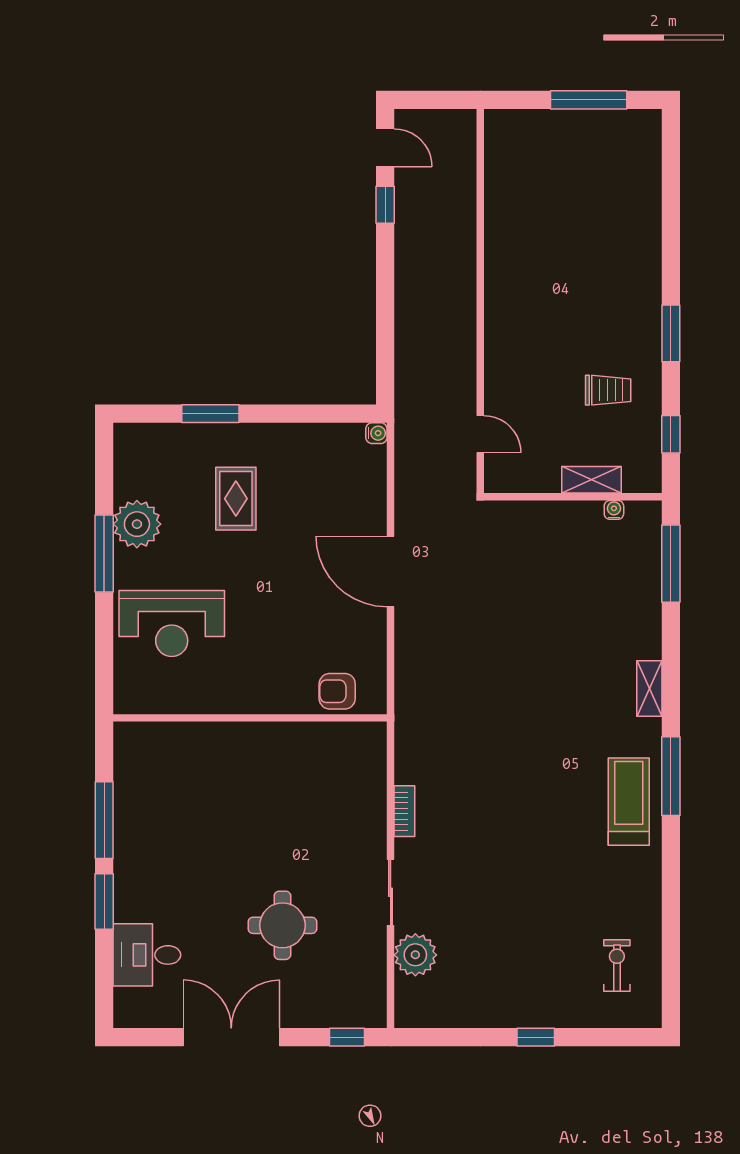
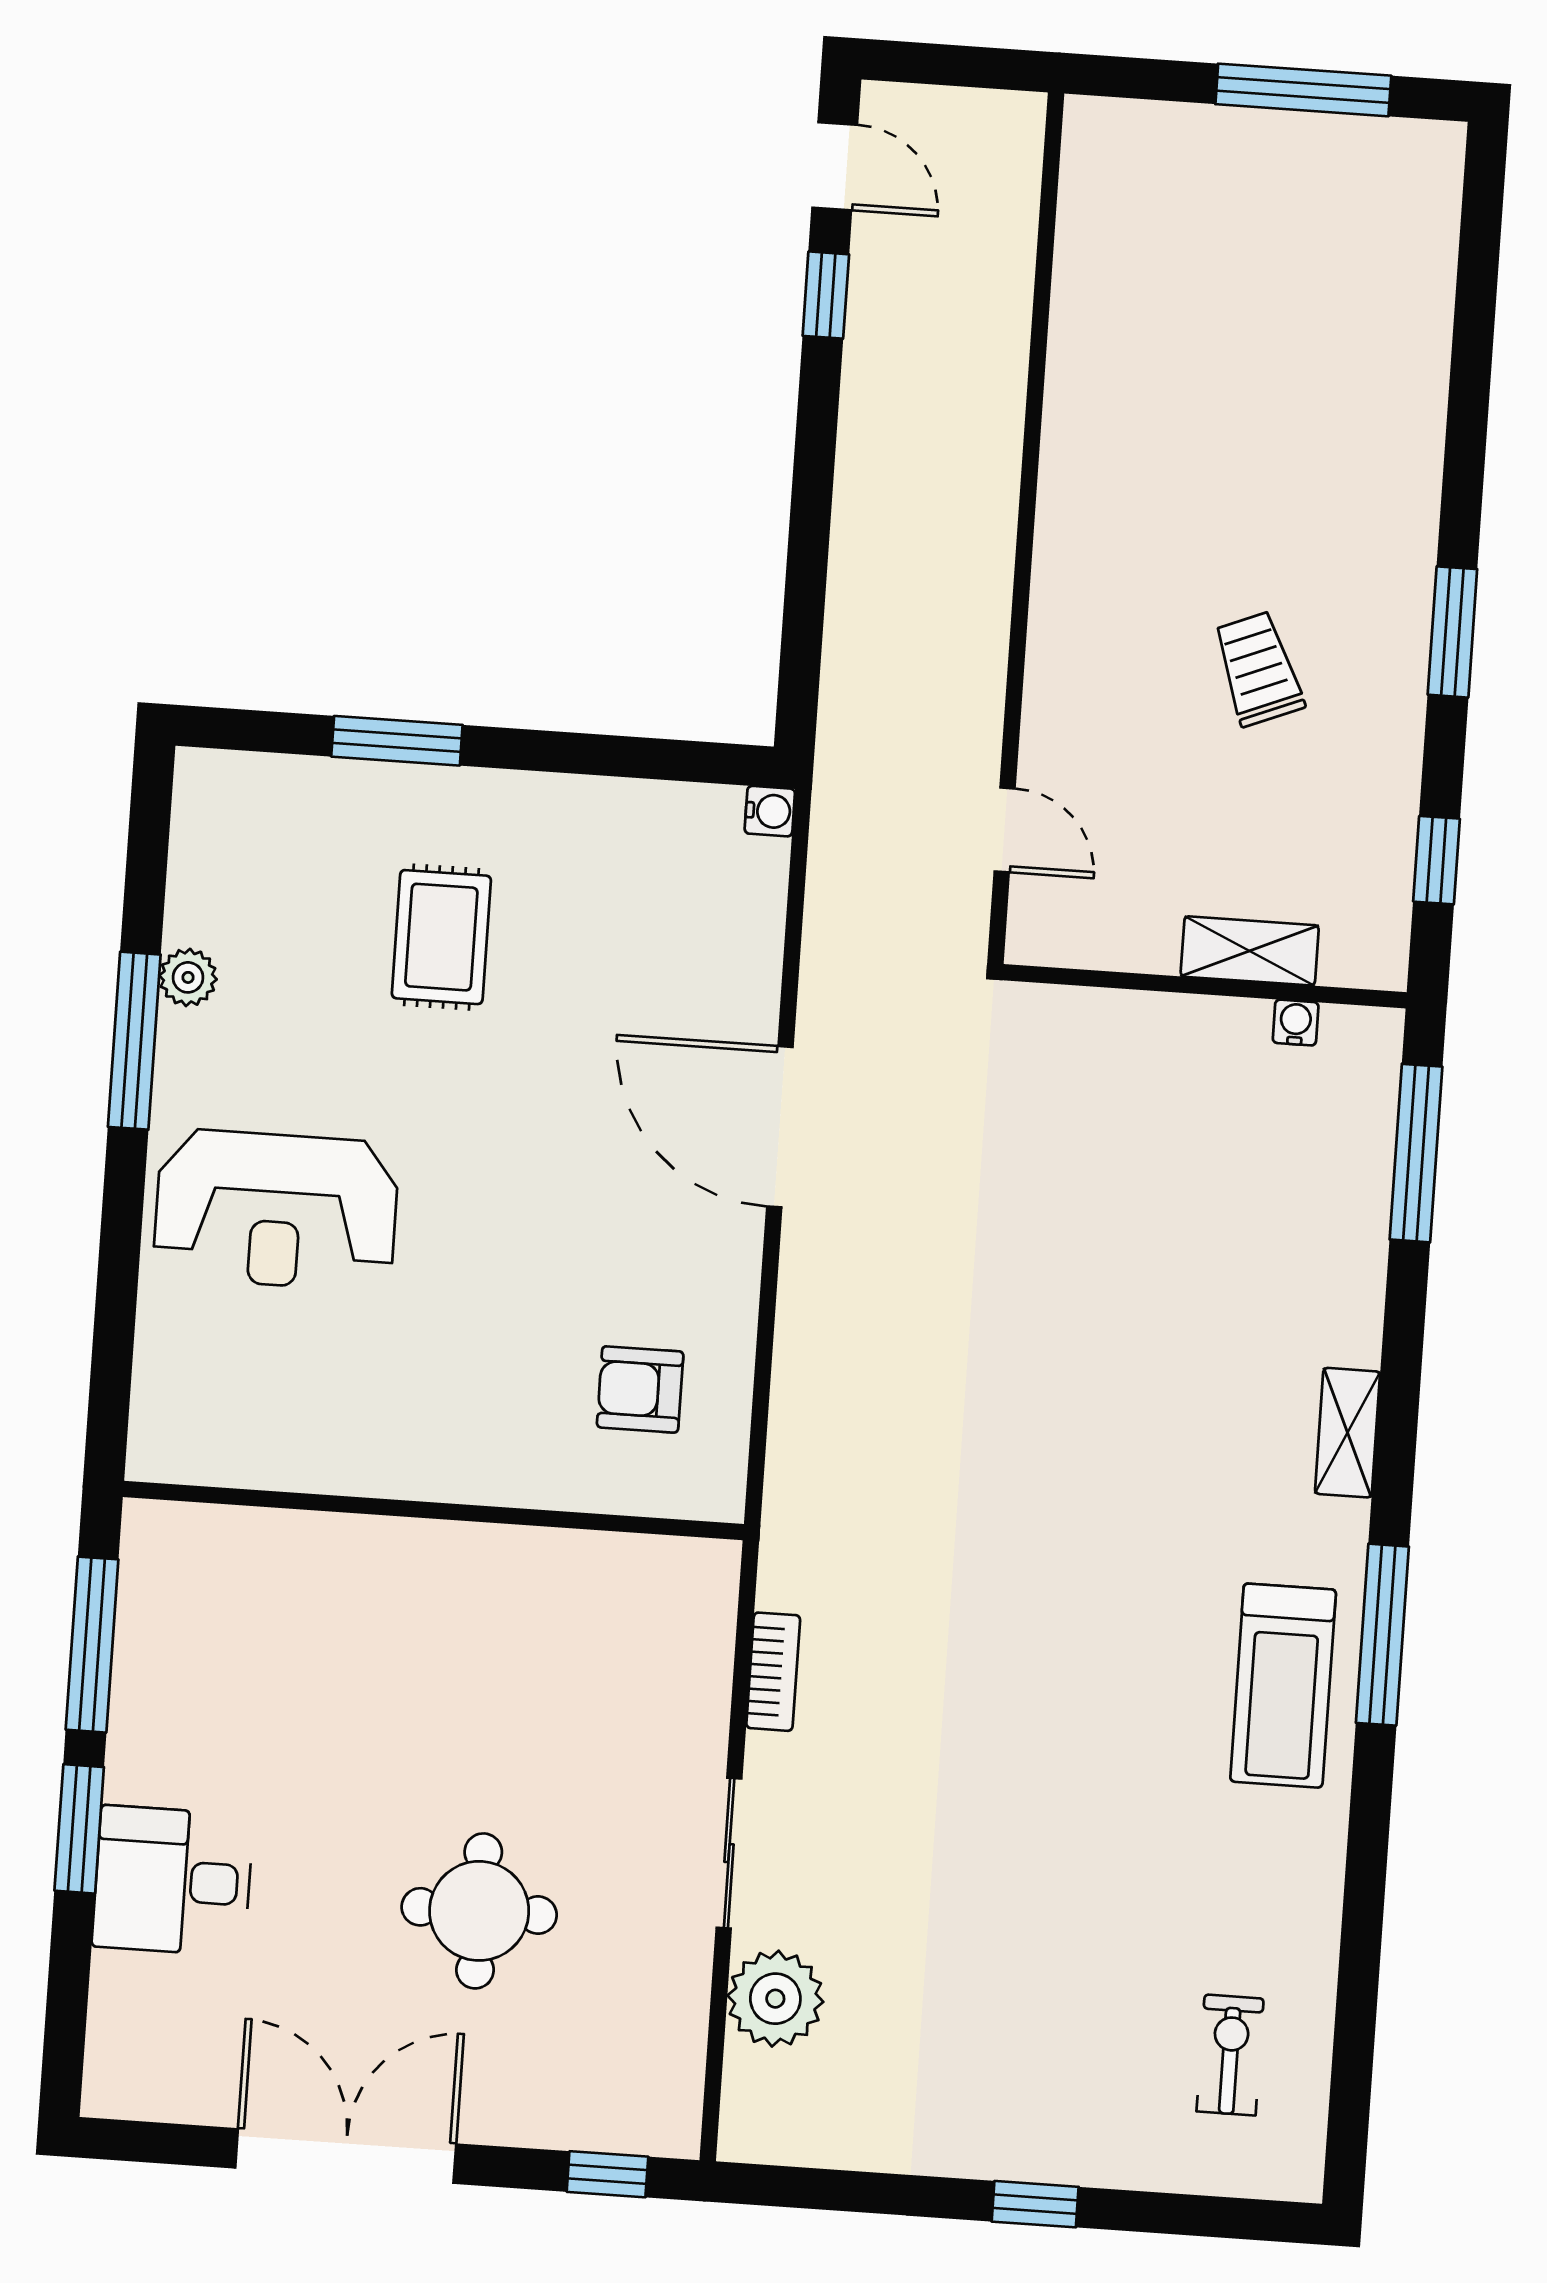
trolley: (608, 390) -> (1258, 669), moved, turned -112
plant: (137, 524) -> (188, 977), width x0.53, depth x0.53
wall: (250, 718) -> (433, 1510), moved
treadmill: (629, 802) -> (1283, 1686), turned 180
desk: (147, 955) -> (173, 1881), moved

